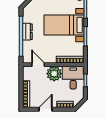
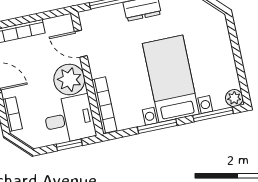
door: (38, 65) -> (81, 44), swing flipped

